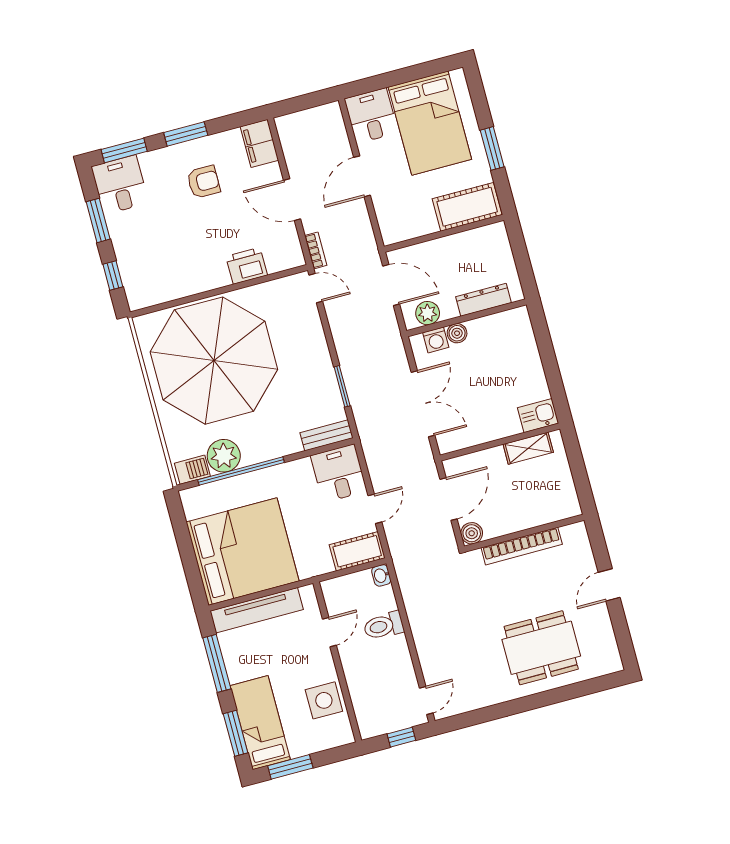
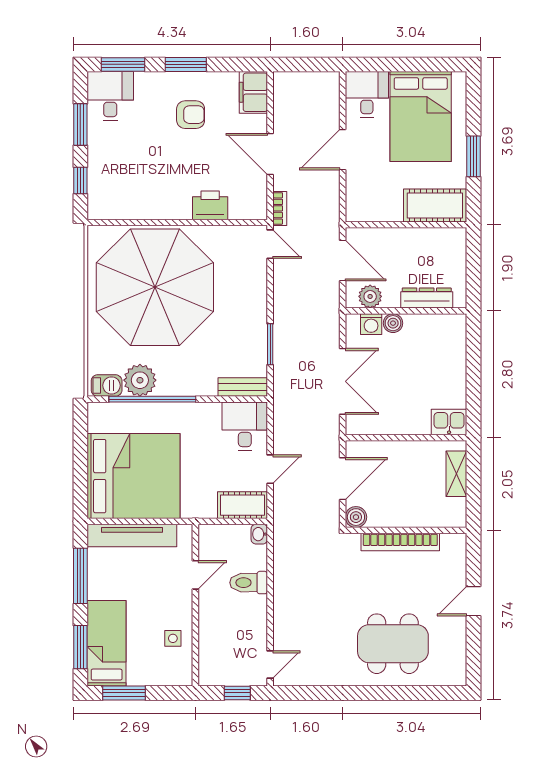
shelving: (528, 448) -> (456, 474), moved, turned 90
side table: (324, 700) -> (173, 638), width x0.54, depth x0.54

